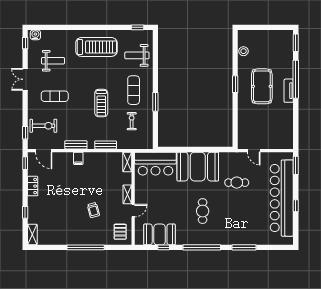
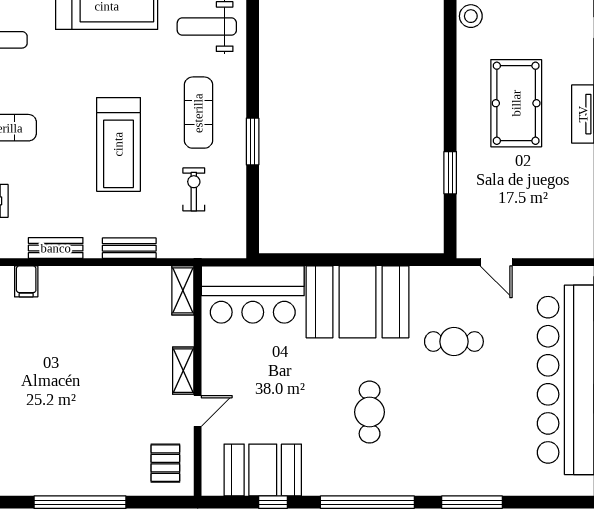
window: (235, 84) -> (450, 173), moved
treadmill: (101, 103) -> (118, 144), width x1.37, depth x1.38
filing cabinet: (78, 158) -> (26, 281), moved
trolley: (93, 210) -> (99, 410), removed

